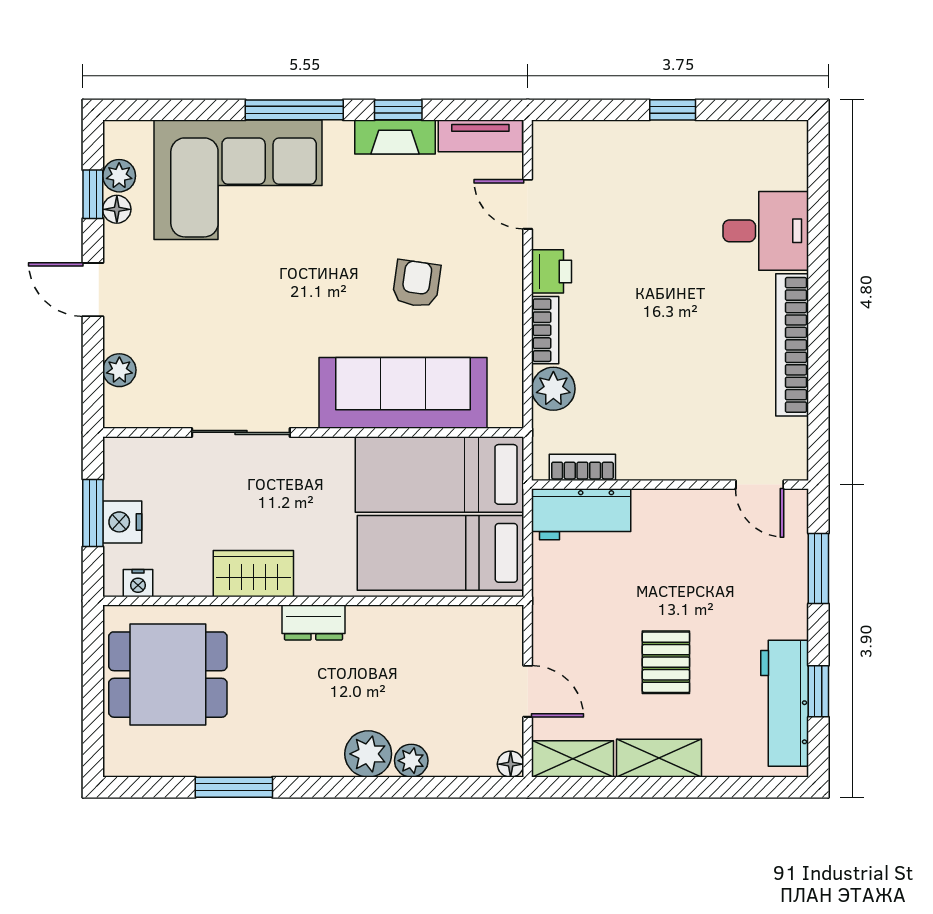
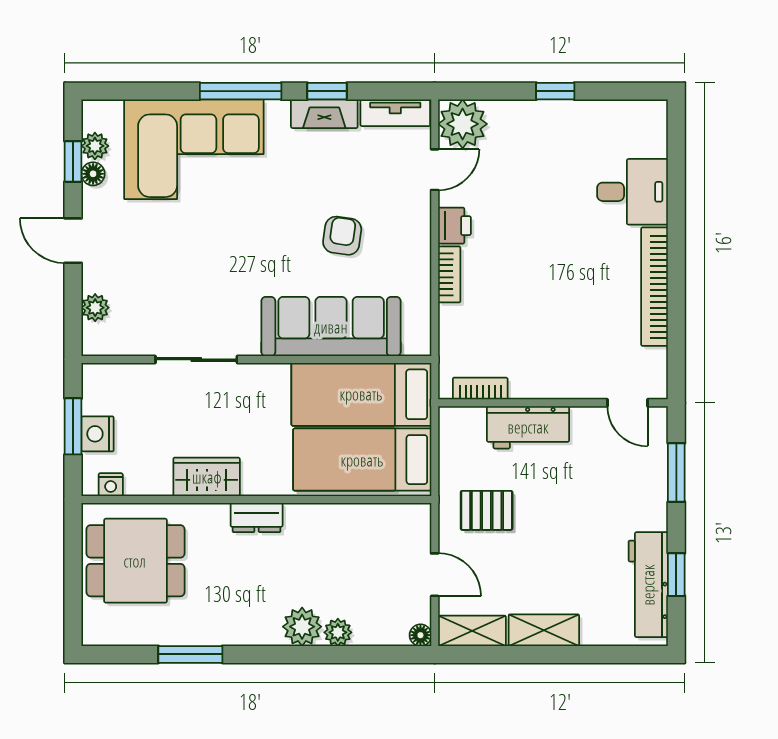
door: (528, 204) -> (435, 170), swing flipped
plant: (553, 389) -> (463, 124), moved, width x1.36, depth x1.36
workbench: (581, 514) -> (528, 427), moved
pallet: (666, 662) -> (487, 510), moved, turned 90

